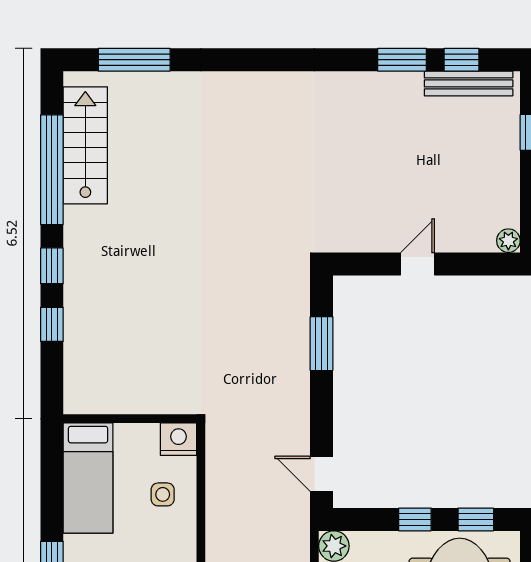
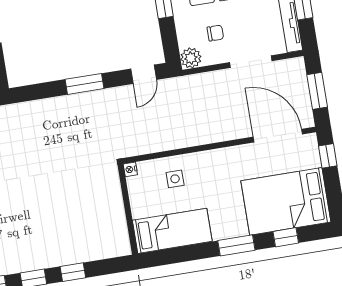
window: (322, 344) -> (85, 84), moved
nightstand: (179, 439) -> (130, 169), width x0.53, depth x0.56

